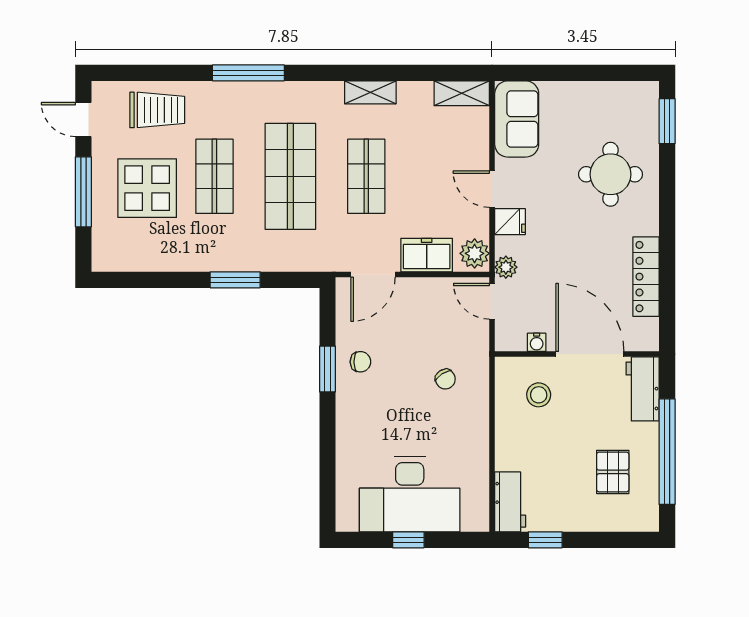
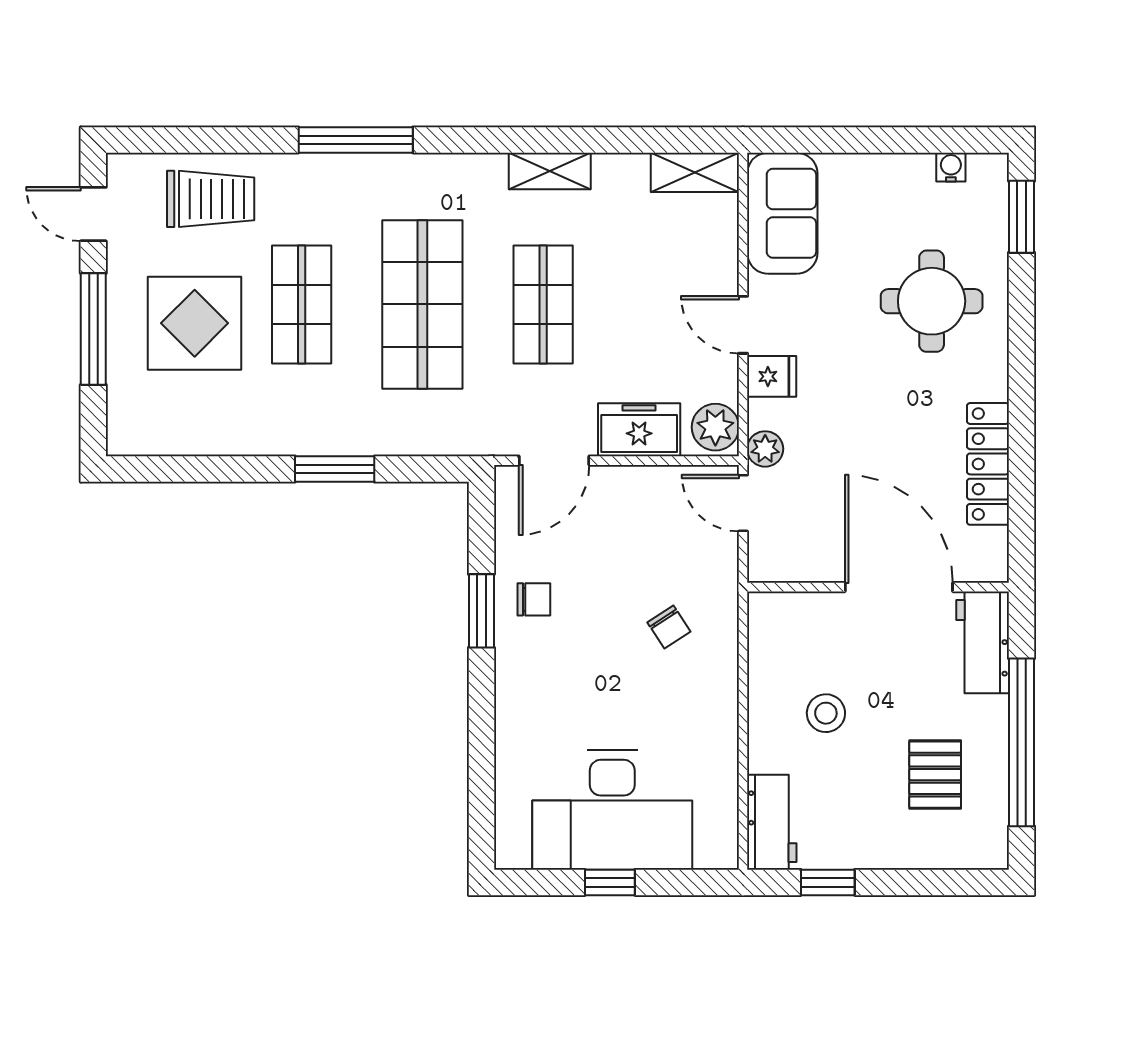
water cooler: (537, 342) -> (951, 167), moved, turned 180
stool: (539, 395) -> (826, 713), moved

